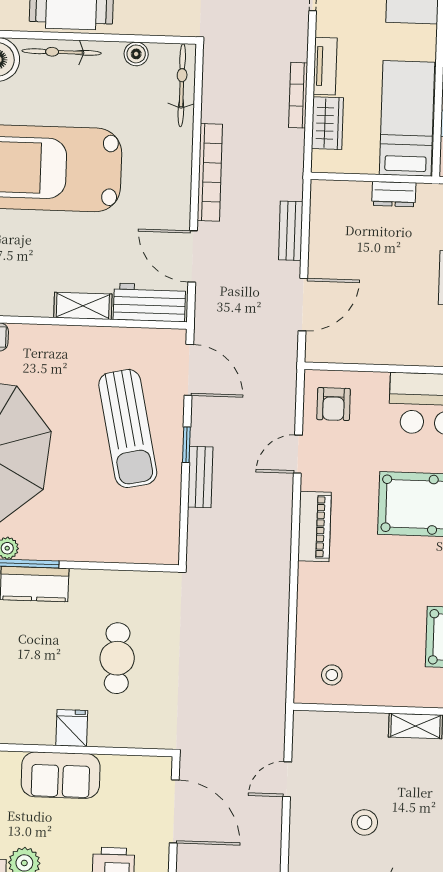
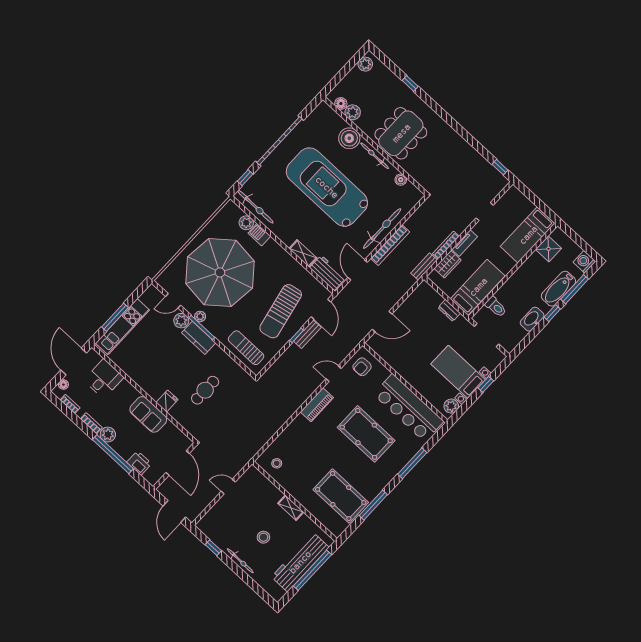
bicycle: (182, 85) -> (382, 228), moved, width x1.37, depth x1.40
bench: (291, 231) -> (424, 267), moved
bench: (200, 477) -> (307, 334), moved
sun lounger: (123, 534) -> (246, 348), added
stool: (365, 822) -> (263, 537), moved

